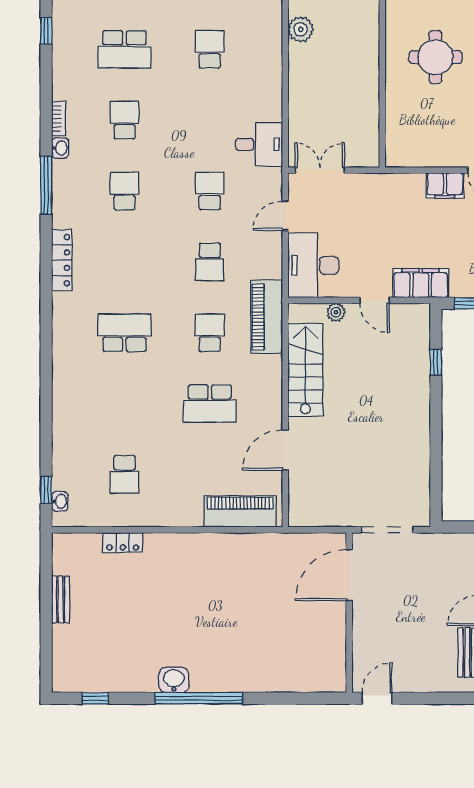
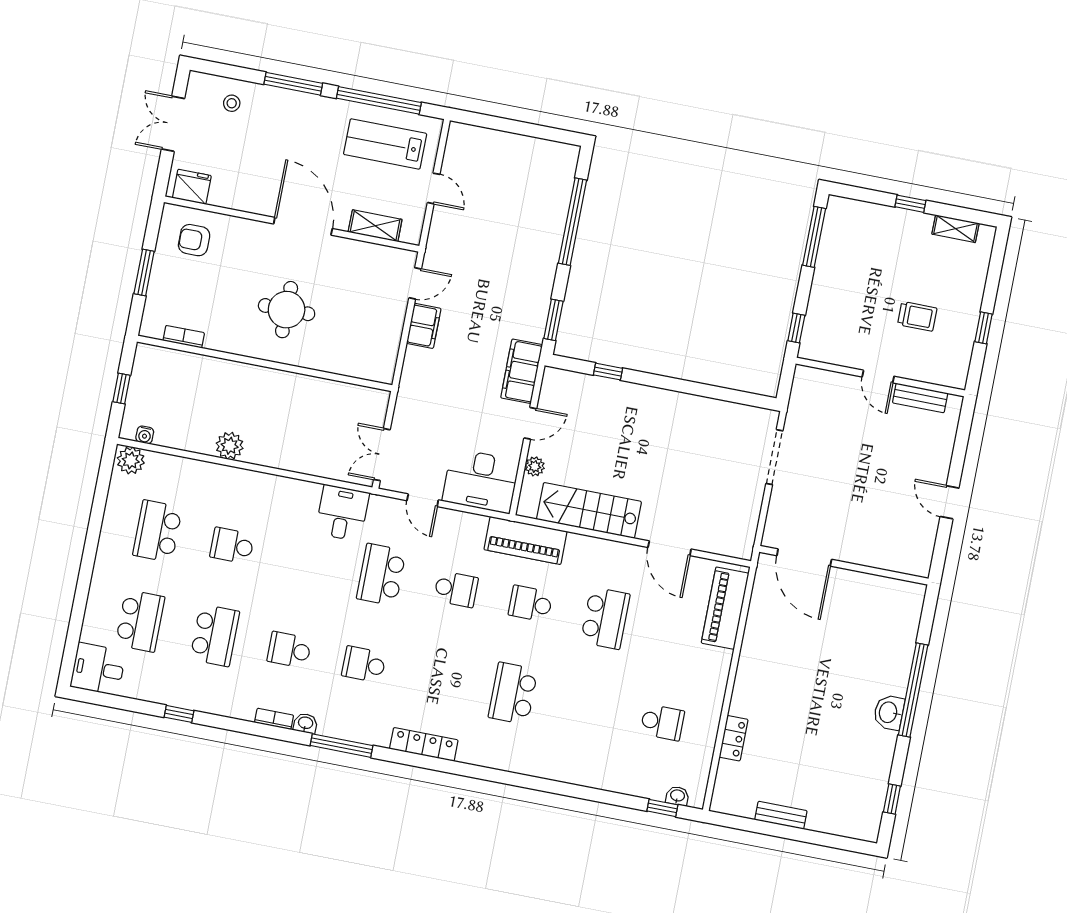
school desk: (210, 191) -> (381, 575), width x1.85
door: (349, 575) -> (804, 558), moved
wall: (349, 613) -> (844, 565), moved

